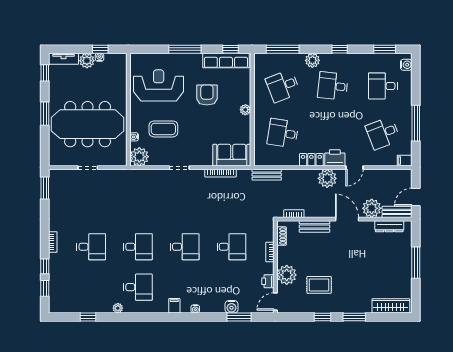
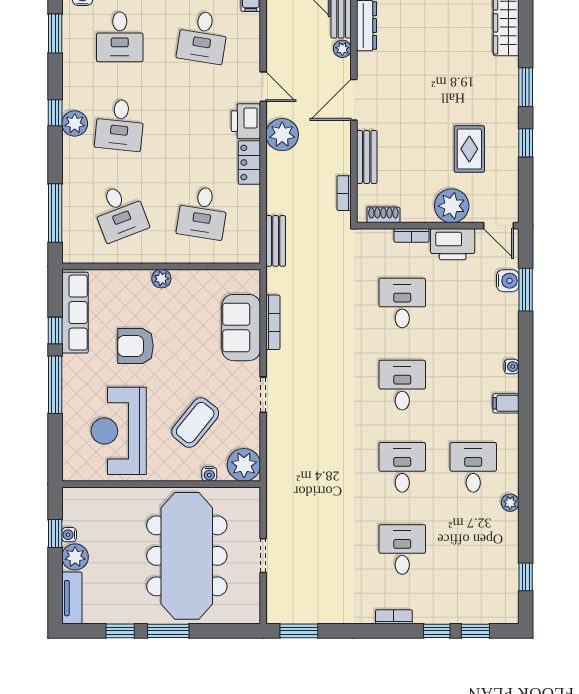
window: (230, 49) -> (55, 331), moved
plant: (312, 60) -> (75, 124), moved
window: (45, 73) -> (120, 631), moved
coffee table: (163, 129) -> (195, 423), turned 39
desk: (383, 133) -> (203, 37), turned 30
sofa: (232, 155) -> (241, 328), moved
plant: (372, 208) -> (342, 49), width x0.53, depth x0.53
printer: (268, 281) -> (453, 244), width x1.87, depth x1.48
water cooler: (231, 307) -> (508, 281), moved
window: (88, 317) -> (526, 577), moved

